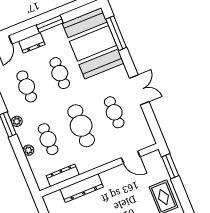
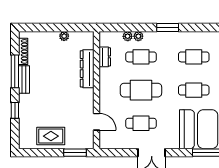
plant: (17, 121) -> (128, 36), moved
door: (131, 157) -> (97, 122), swing flipped
dresser: (63, 175) -> (105, 57), width x0.70

